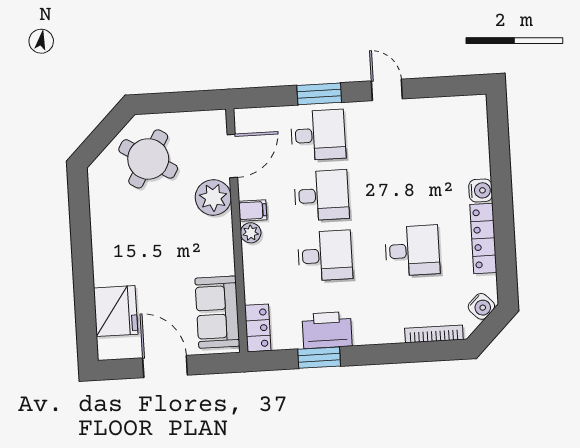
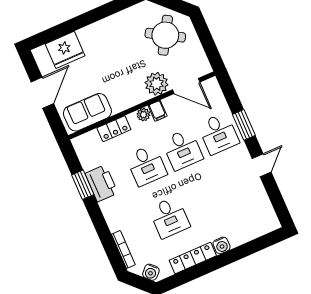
locker: (258, 328) -> (114, 129), moved

